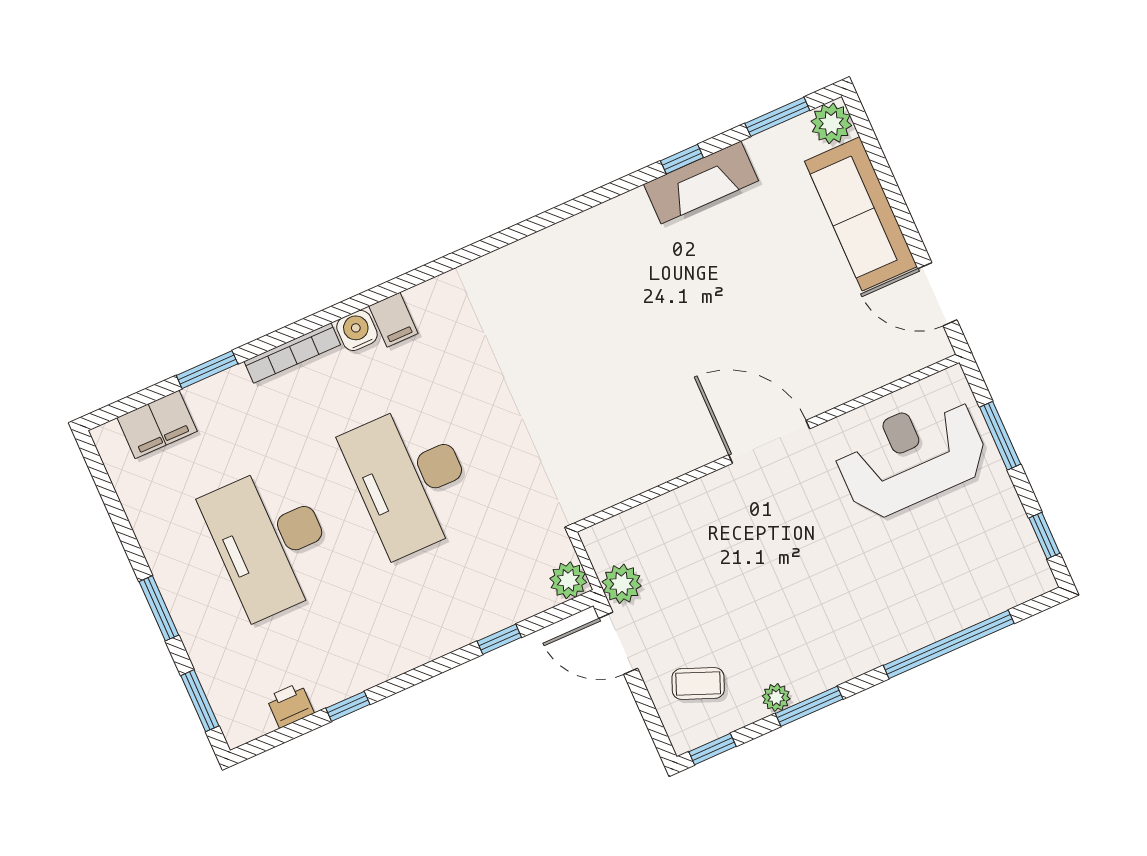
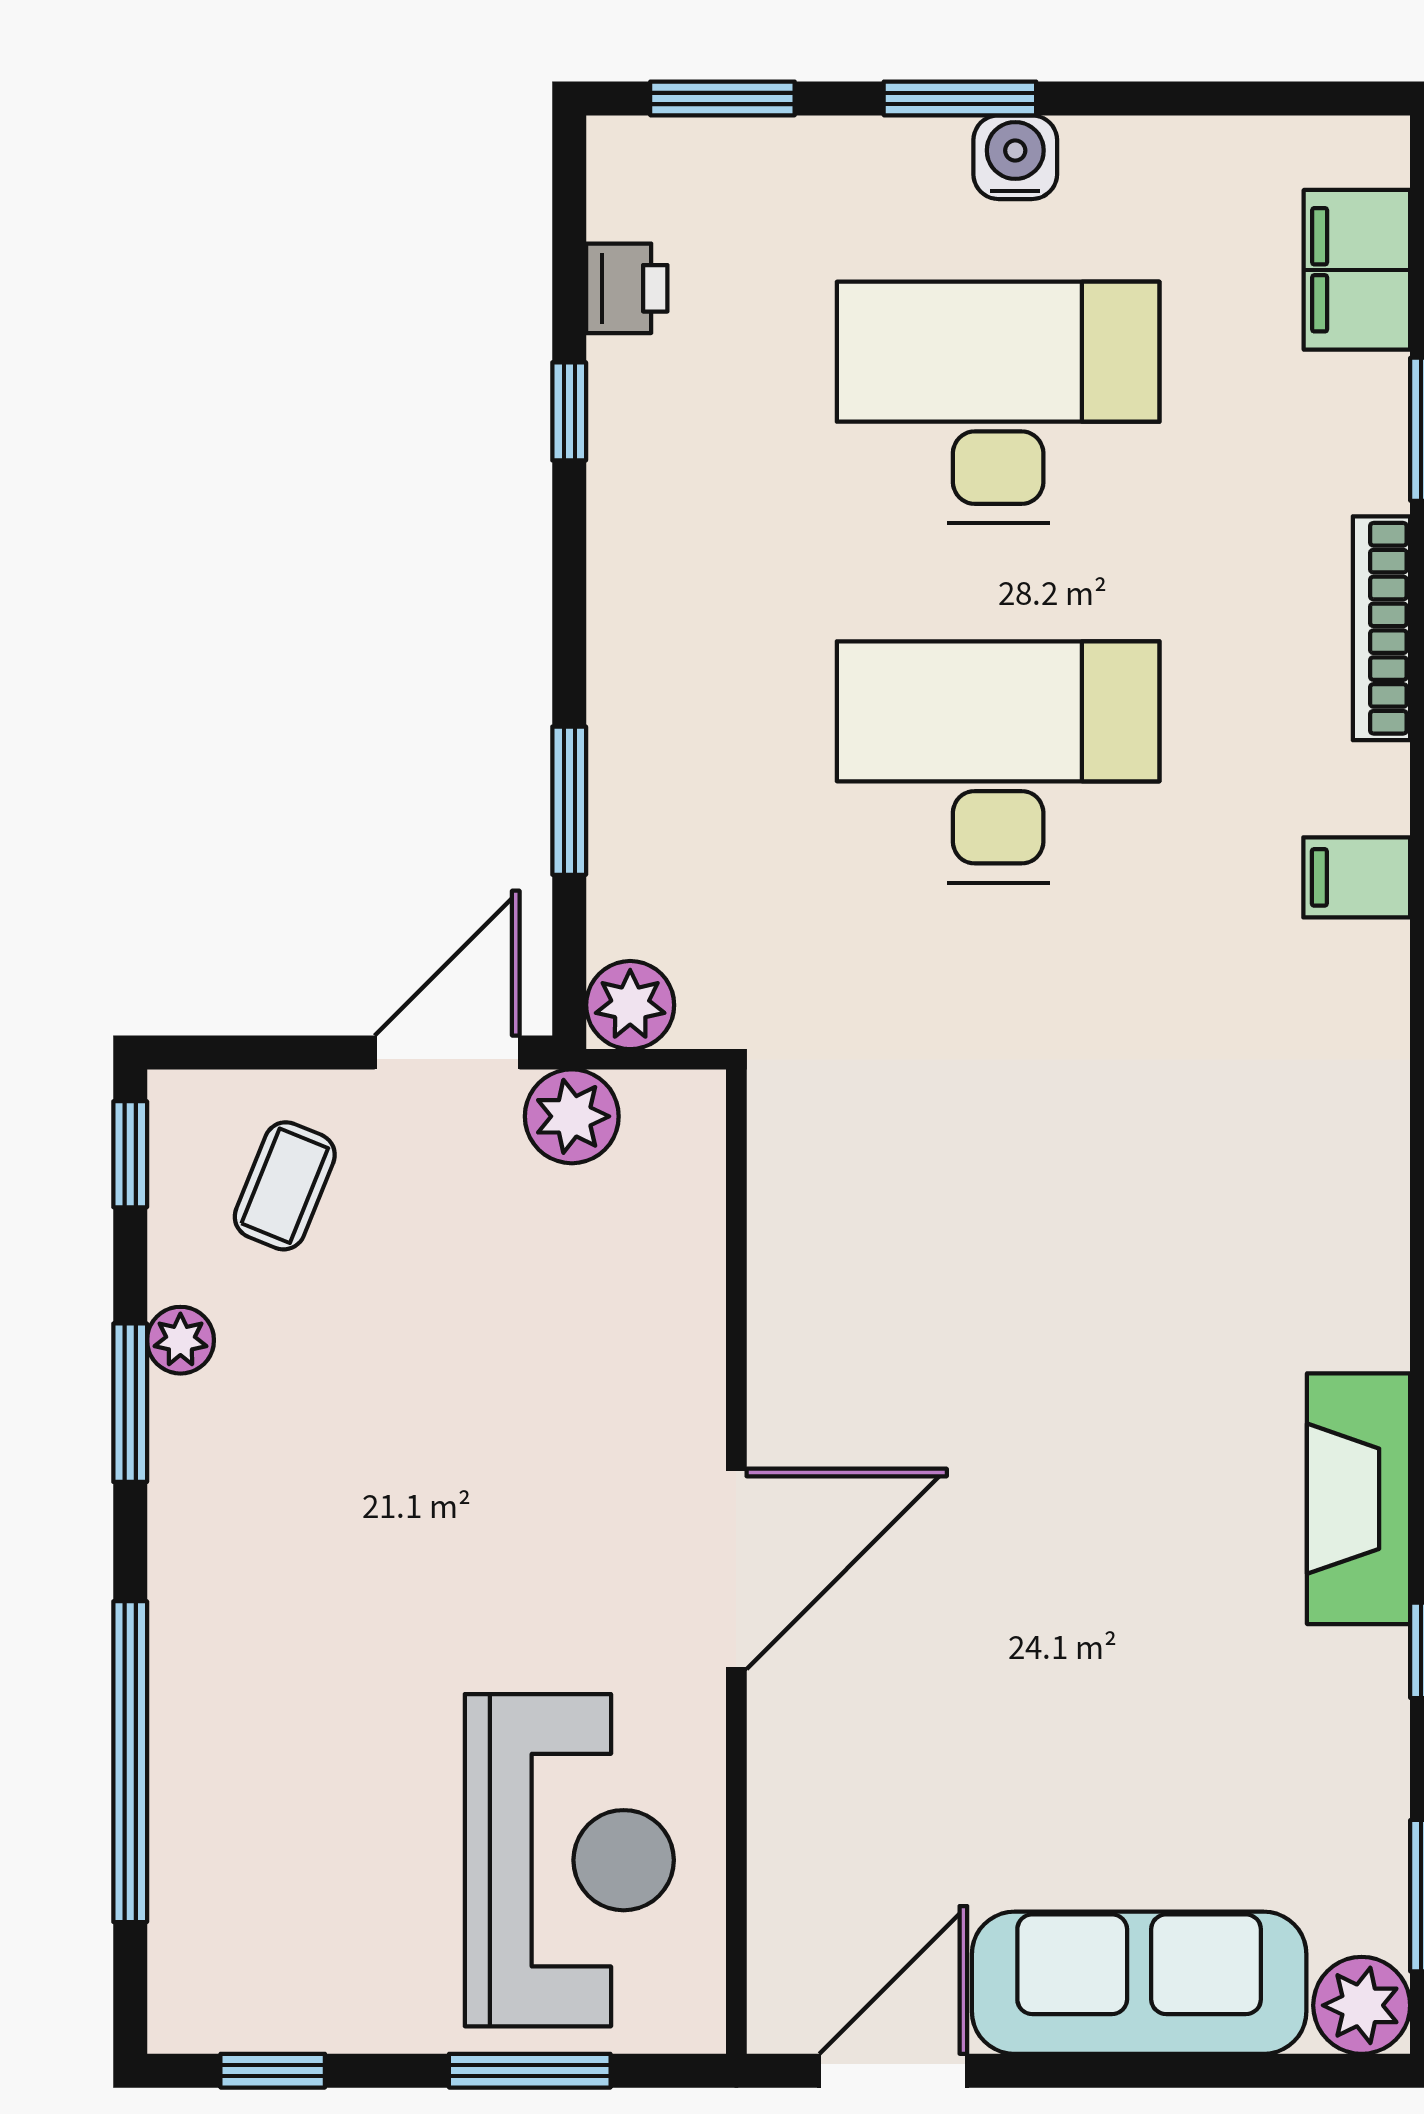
fireplace: (701, 183) -> (1359, 1499), moved
water cooler: (357, 331) -> (1015, 157), moved, turned -90
window: (499, 639) -> (569, 801), width x1.50

